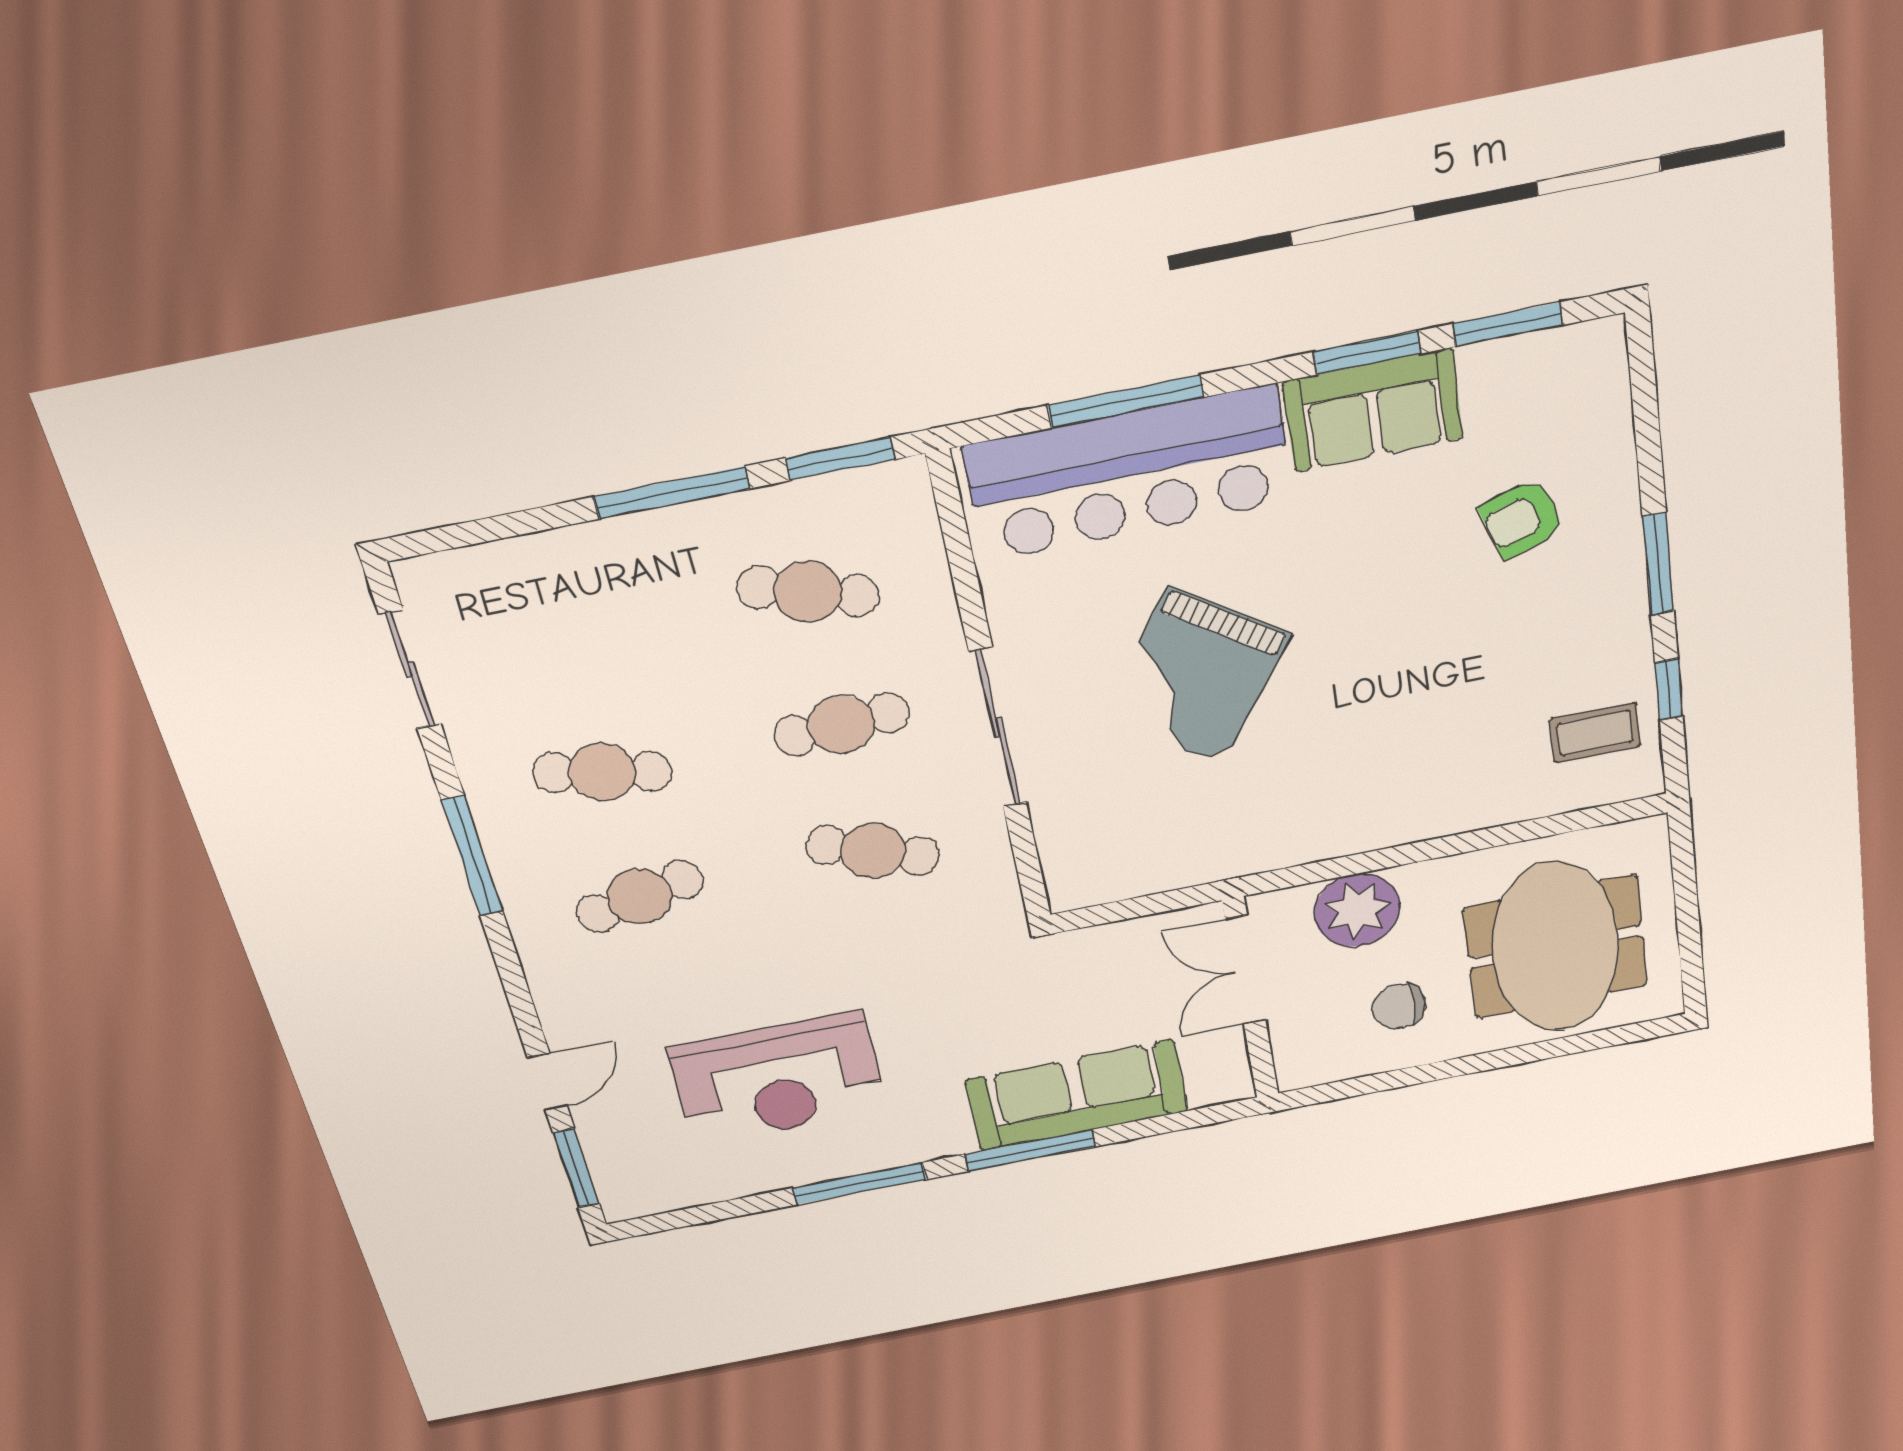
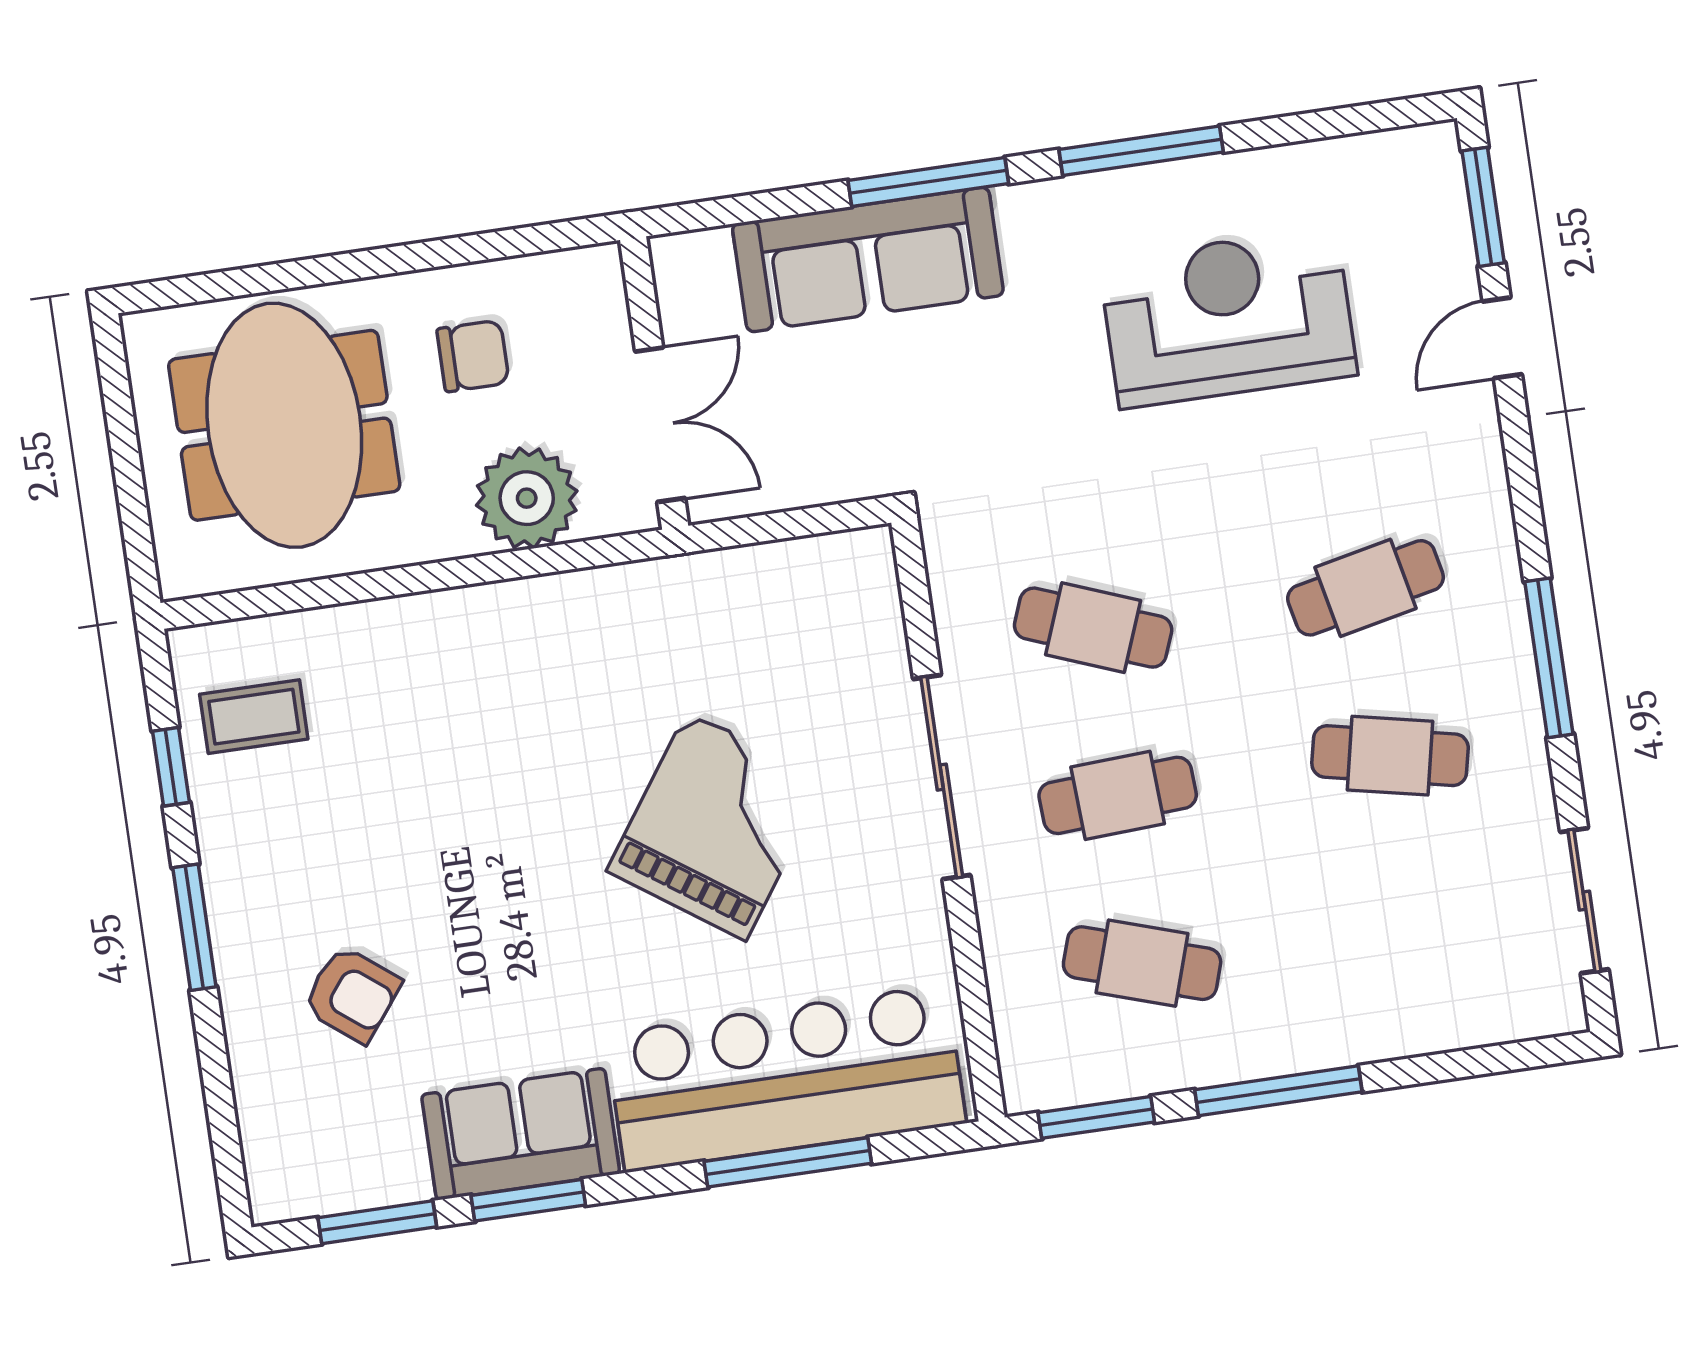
armchair: (1522, 518) -> (352, 994), turned 56

